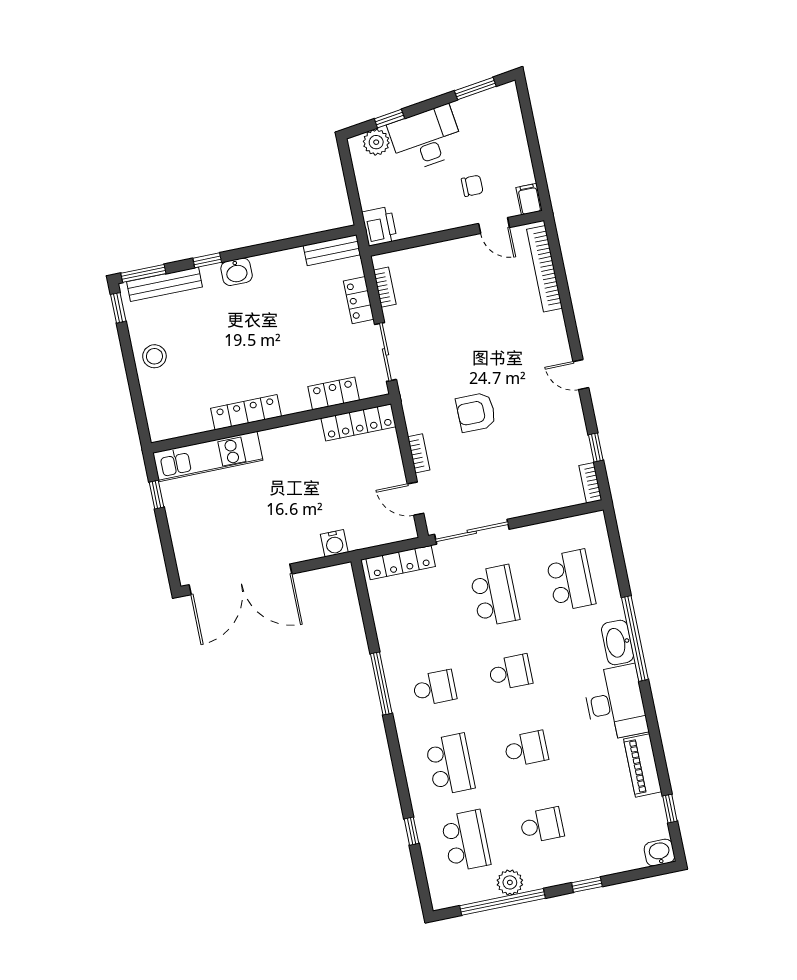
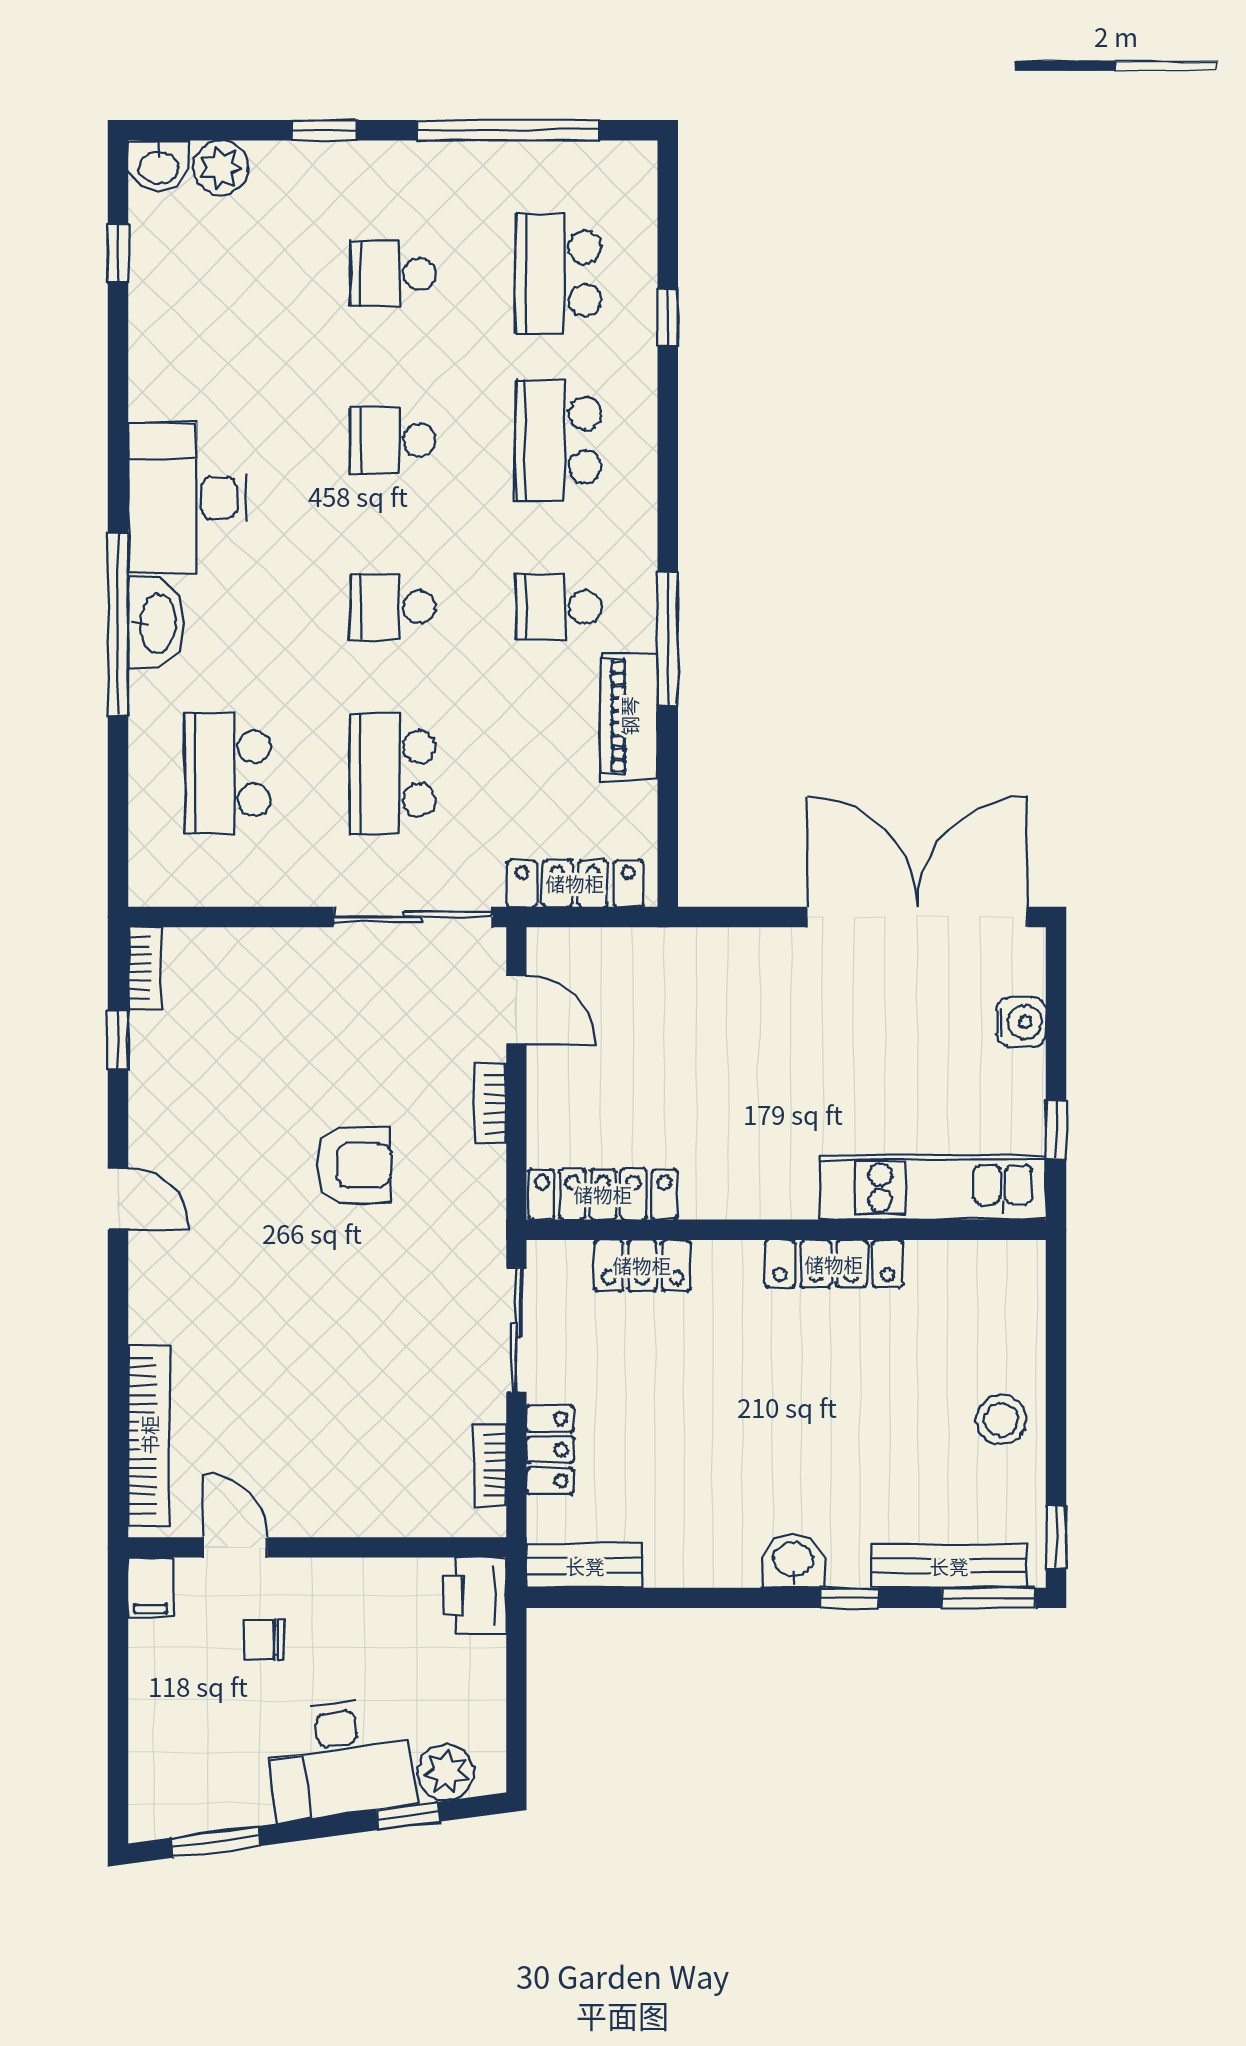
water cooler: (334, 543) -> (1021, 1022), moved, turned 90
piano: (643, 765) -> (629, 716), moved, turned 180
plant: (510, 882) -> (221, 168), moved

